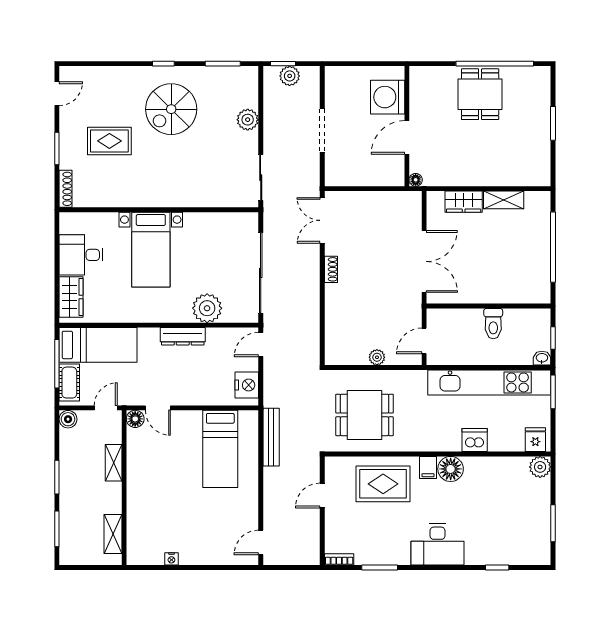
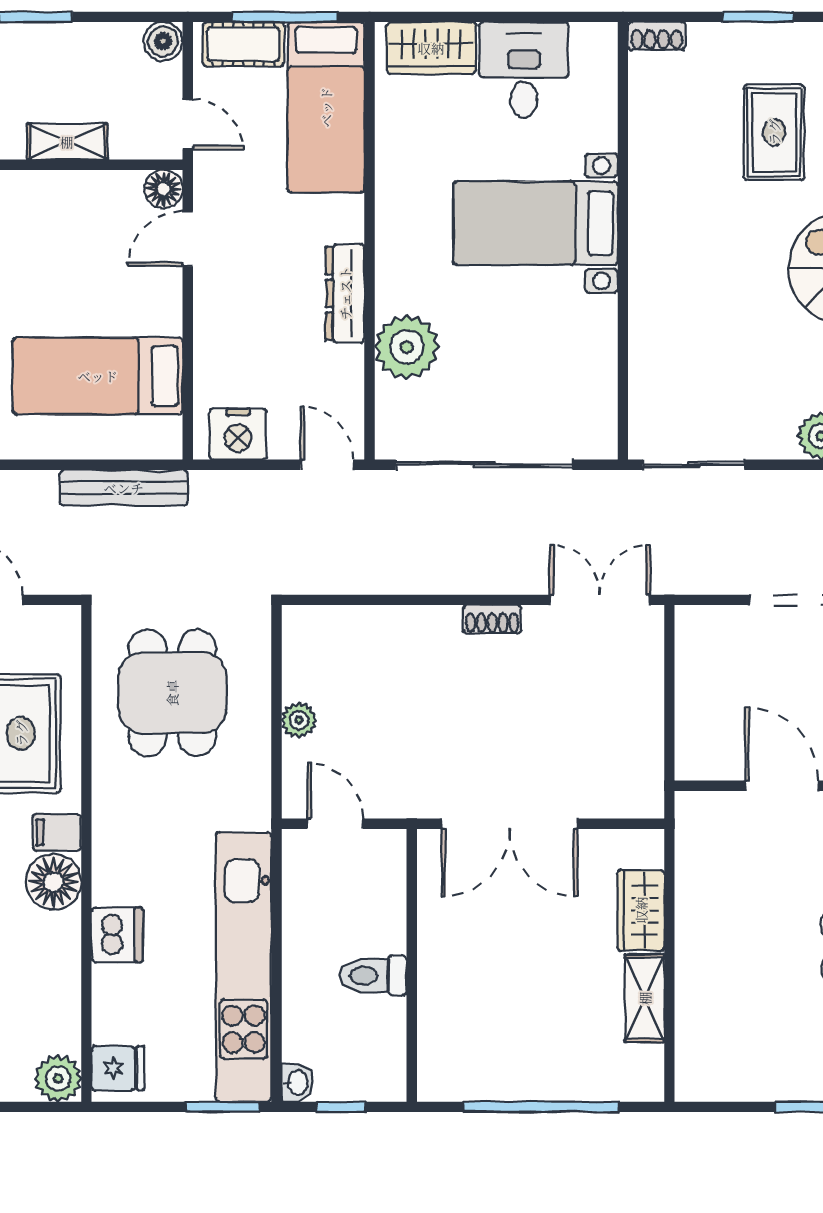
floor lamp: (416, 180) -> (689, 805), removed
shoe rack: (66, 189) -> (657, 36), width x0.70

